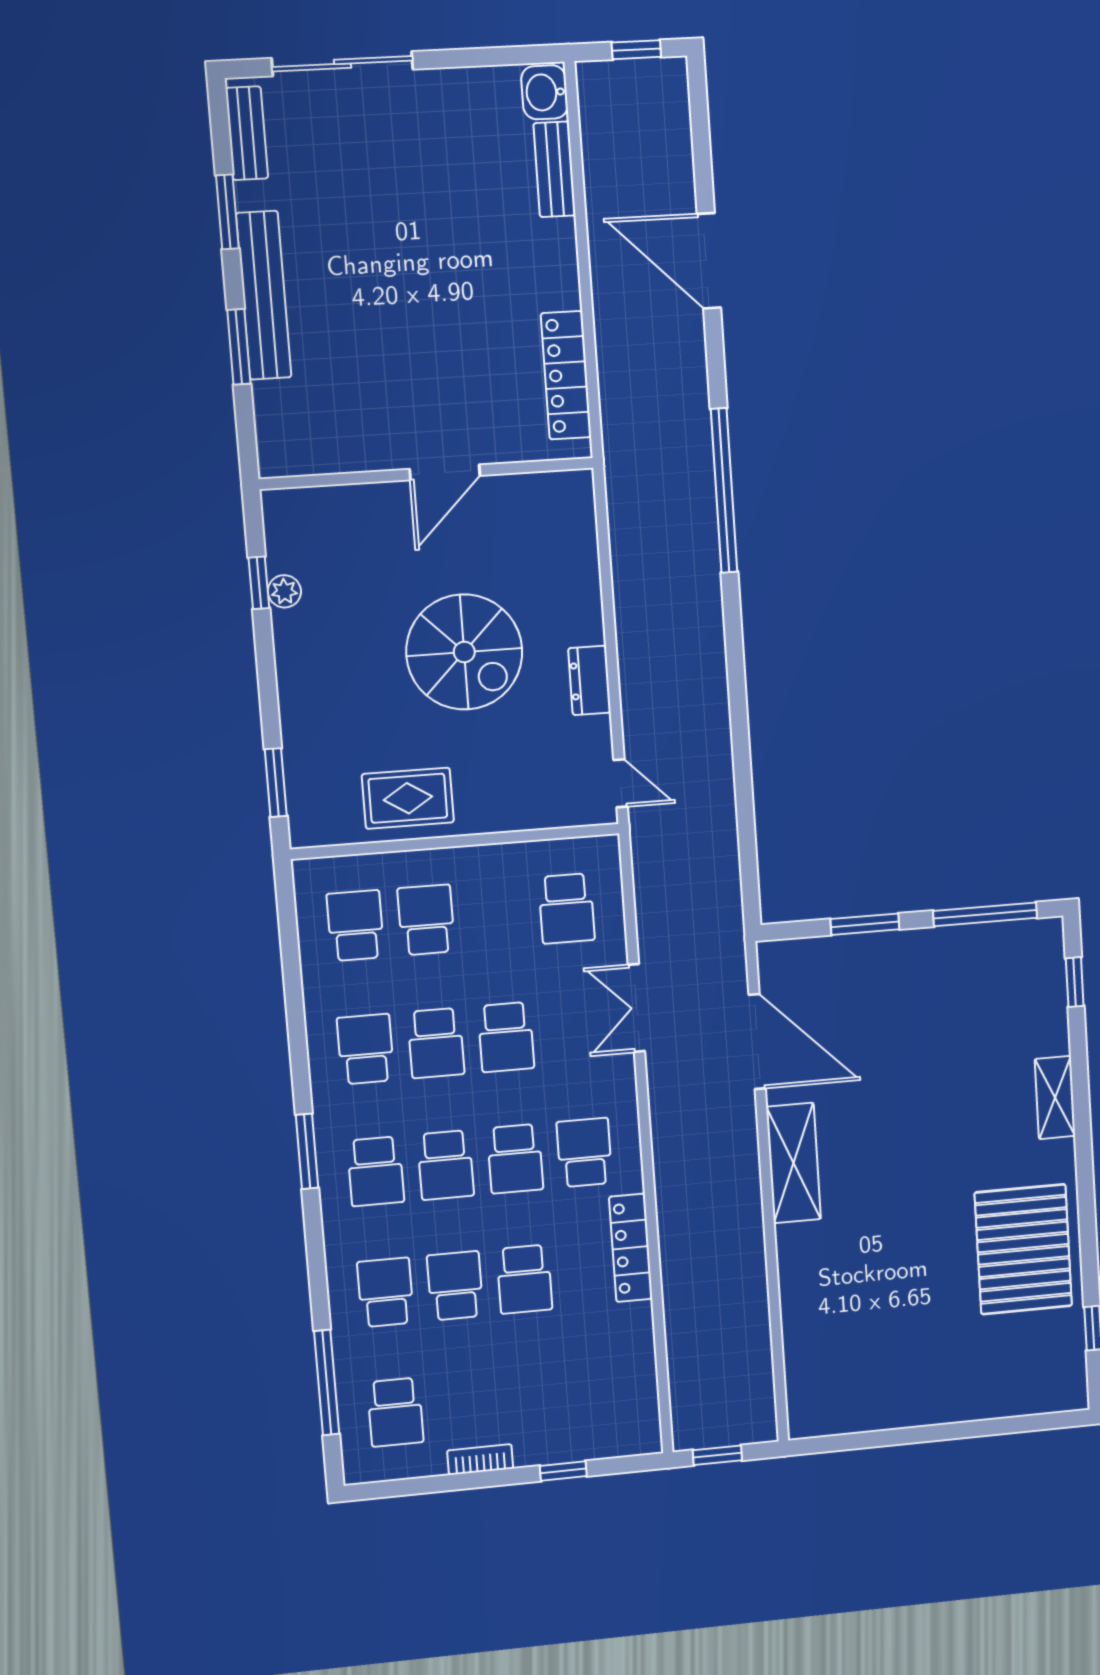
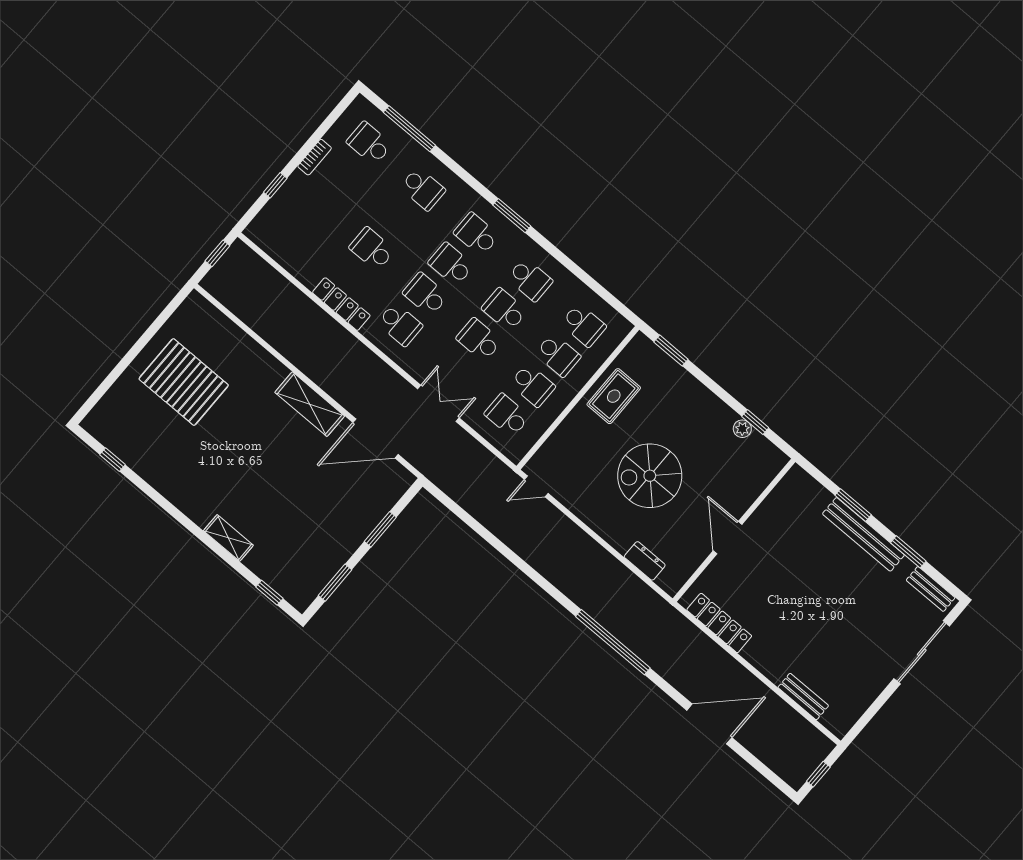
washbasin: (545, 92) -> (836, 722), removed
dresser: (589, 680) -> (645, 561), moved
window: (985, 914) -> (335, 583), width x0.69
pallet: (1023, 1249) -> (184, 382), moved
school desk: (455, 1286) -> (533, 385), moved

